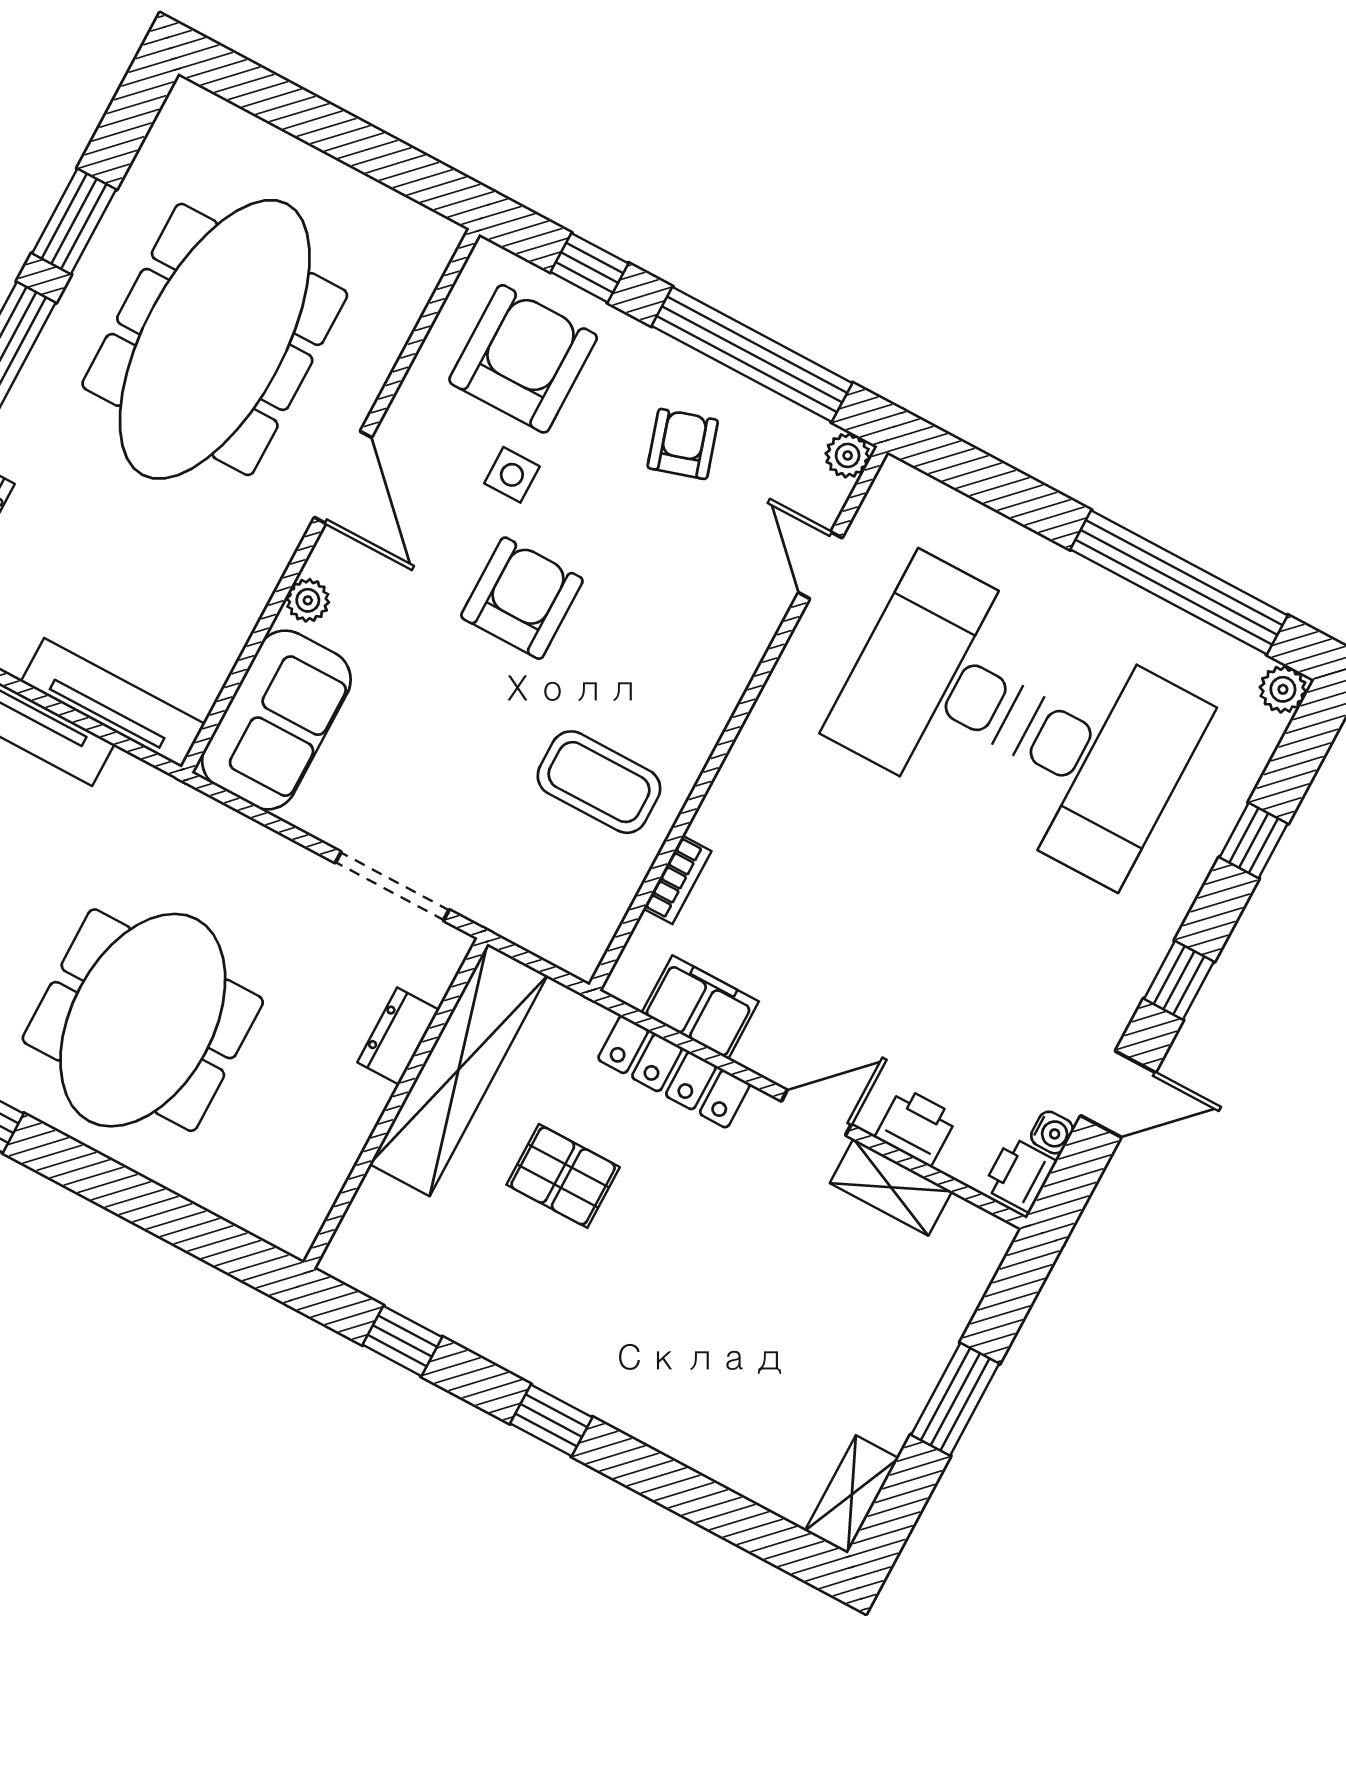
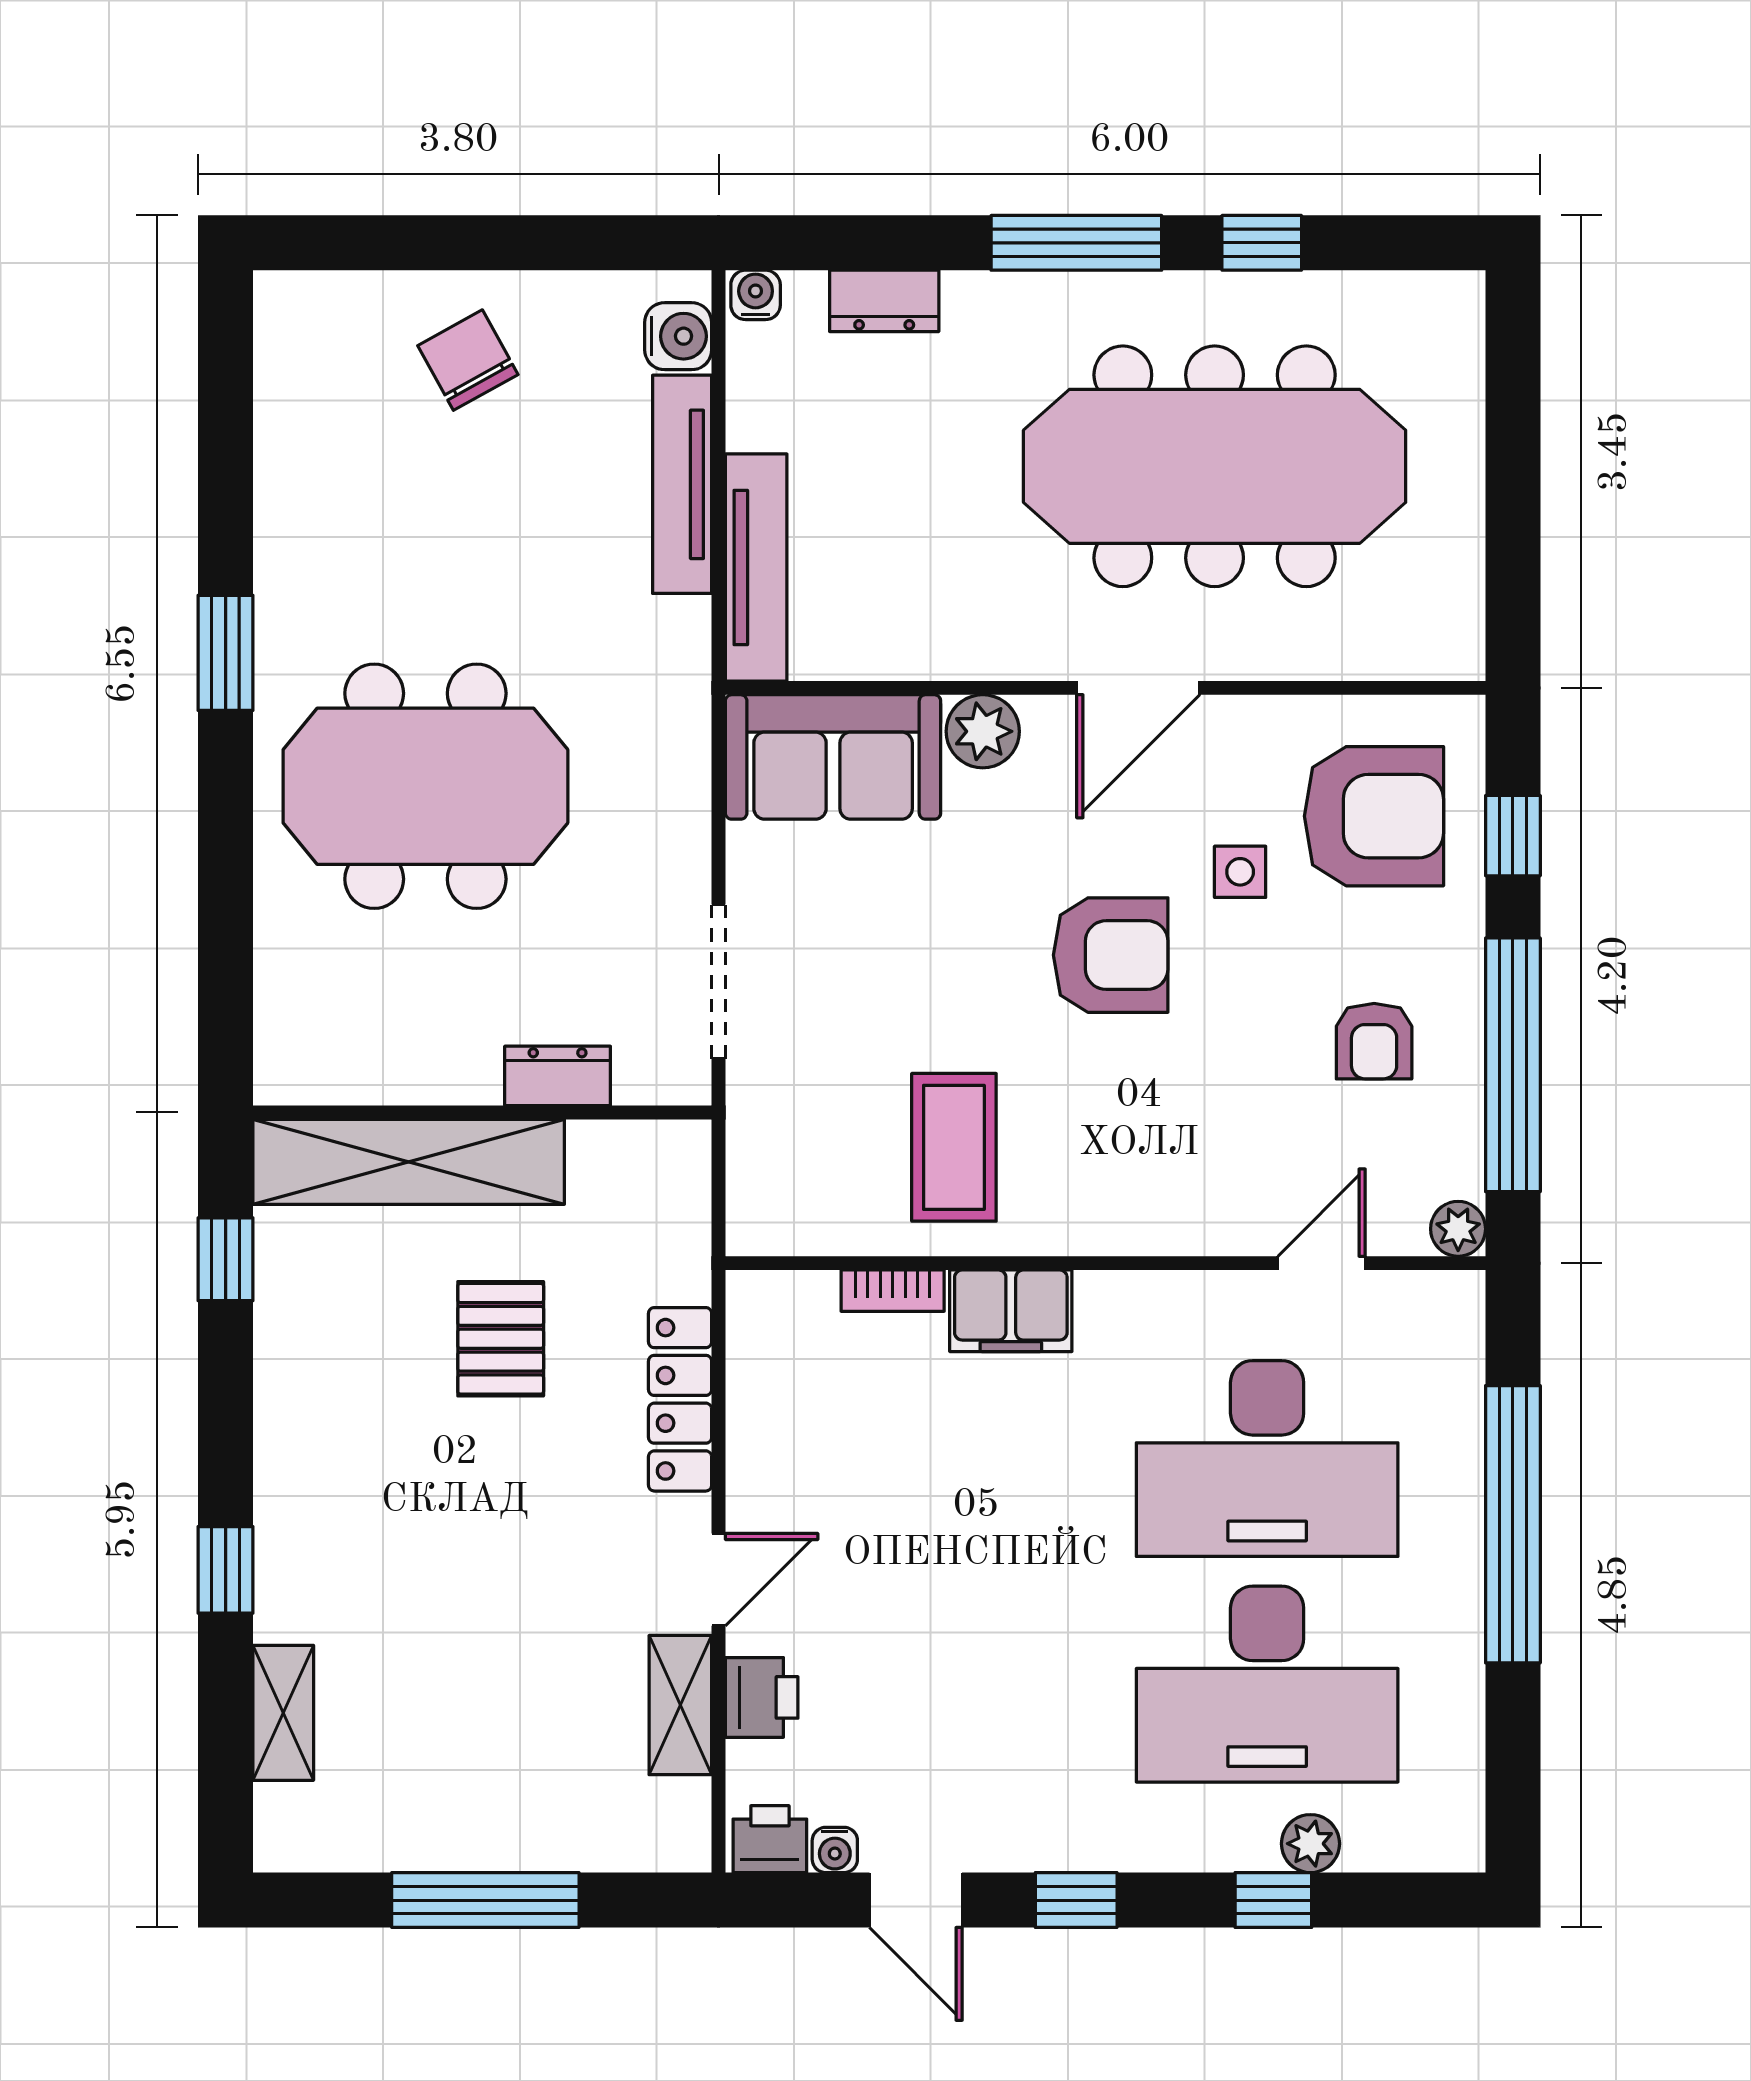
window: (74, 221) -> (1262, 243), width x0.67
armchair: (683, 444) -> (1374, 1041), turned 107
window: (1179, 582) -> (1513, 1524), moved
plant: (308, 600) -> (983, 731), width x1.38, depth x1.38
desk: (938, 678) -> (1267, 1459), turned 180
plant: (1283, 689) -> (1310, 1844), moved
filing cabinet: (700, 1007) -> (1011, 1311), moved, turned 90
shelving: (459, 1070) -> (409, 1162), moved
door: (816, 1113) -> (719, 1580), hinge flipped
window: (955, 1399) -> (485, 1900), width x1.44
window: (551, 1420) -> (226, 1570), moved
shelving: (852, 1494) -> (283, 1713), moved, turned 90

